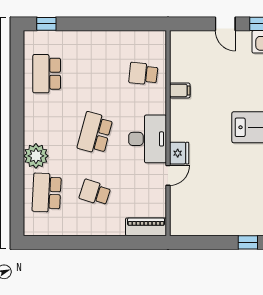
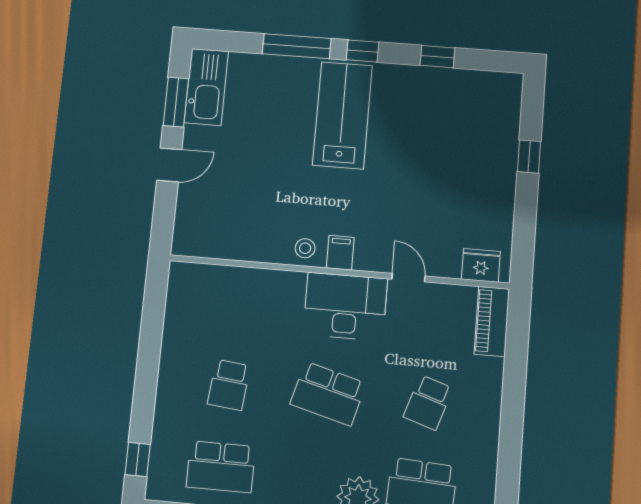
school desk: (143, 74) -> (229, 385), moved
filing cabinet: (180, 90) -> (340, 253), moved
stool: (181, 112) -> (305, 248), added
fridge: (179, 153) -> (481, 265), moved

